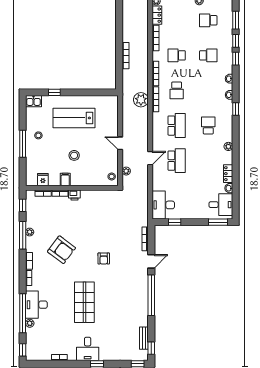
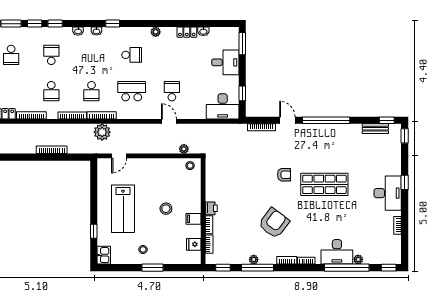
school desk: (177, 90) -> (91, 91), turned 90
school desk: (208, 126) -> (132, 55), turned 180
door: (120, 143) -> (119, 156), moved
window: (23, 144) -> (152, 268), width x0.69
school desk: (177, 161) -> (172, 91), width x0.54
desk: (221, 205) -> (225, 62), moved, turned 90
shop shelf: (84, 302) -> (324, 184), moved
desk: (88, 349) -> (388, 193), width x1.37

